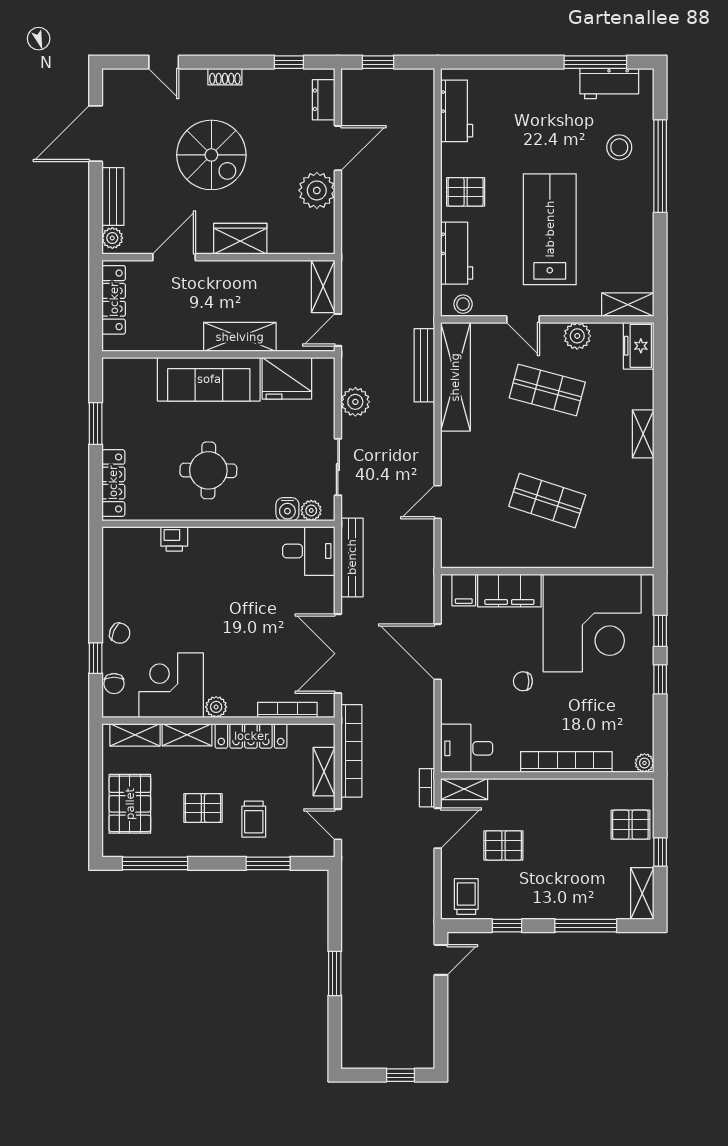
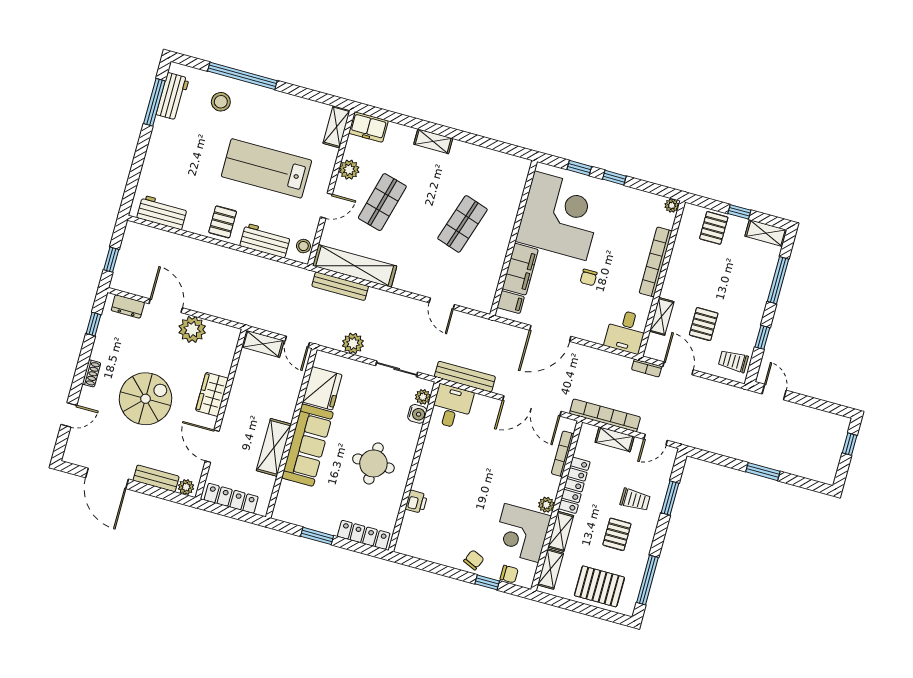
shelving: (240, 337) -> (274, 447), moved
shelving: (464, 789) -> (662, 316), moved

